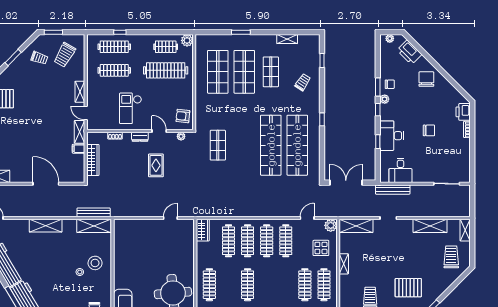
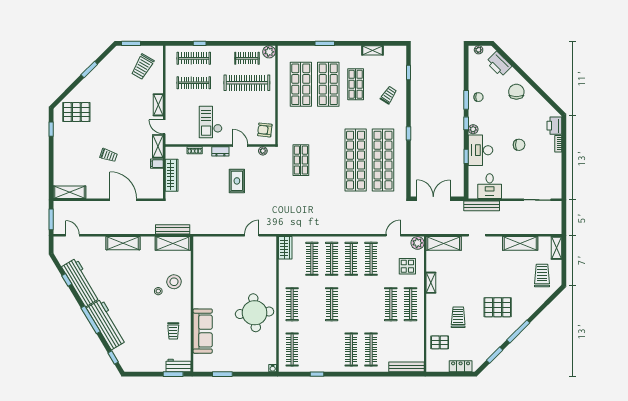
trolley: (39, 58) -> (109, 155), moved
plant: (385, 99) -> (473, 129), moved

